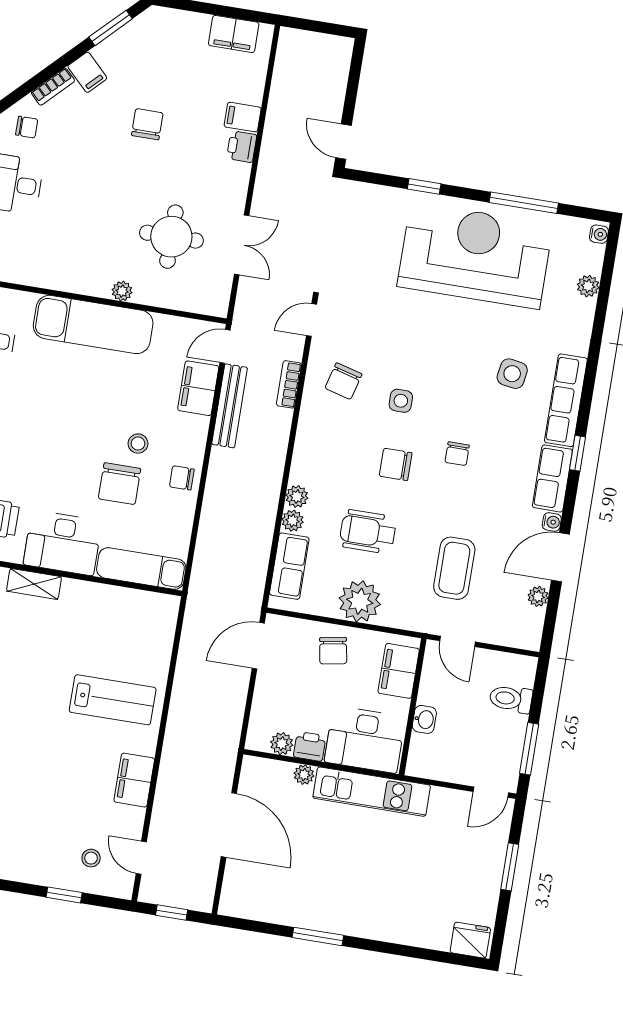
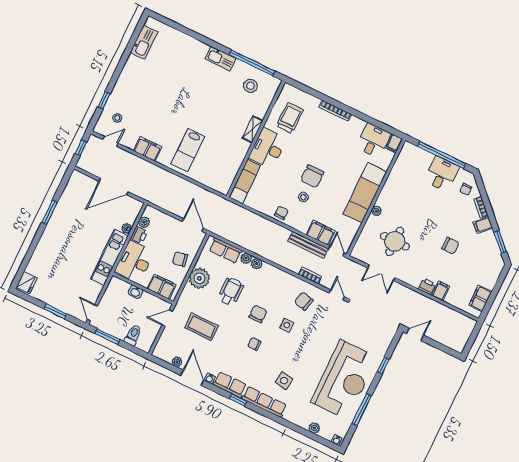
chair: (120, 484) -> (312, 176), moved, turned -90

